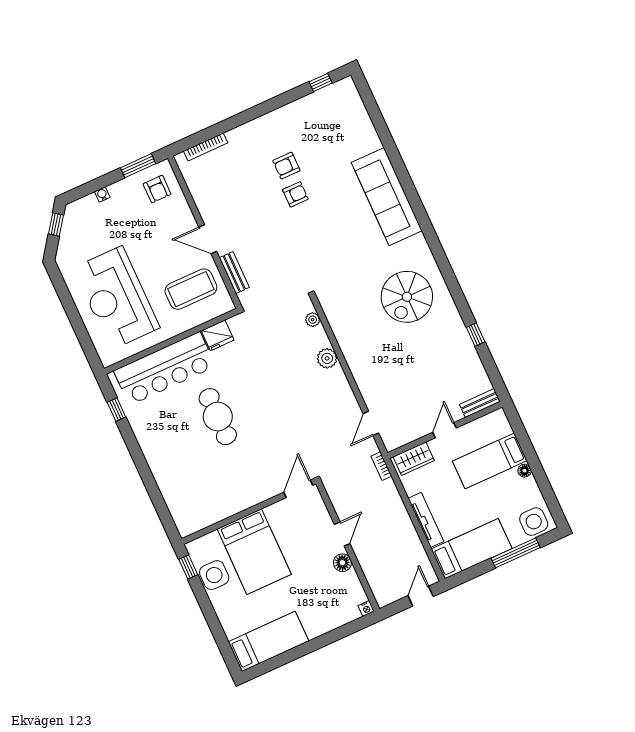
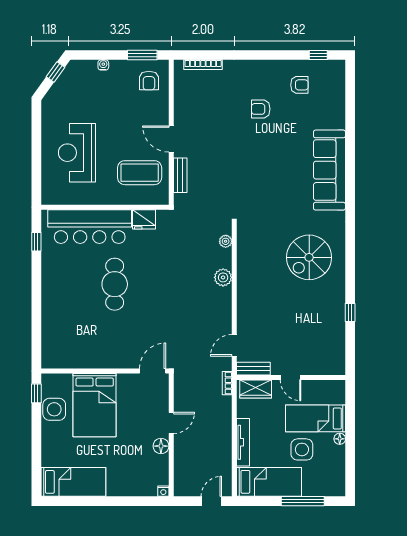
armchair: (295, 194) -> (299, 85), moved
reception desk: (116, 298) -> (77, 153), width x0.74, depth x0.77
bench: (480, 403) -> (253, 369), moved
door: (444, 430) -> (291, 377), swing flipped
side table: (534, 522) -> (302, 449), moved

